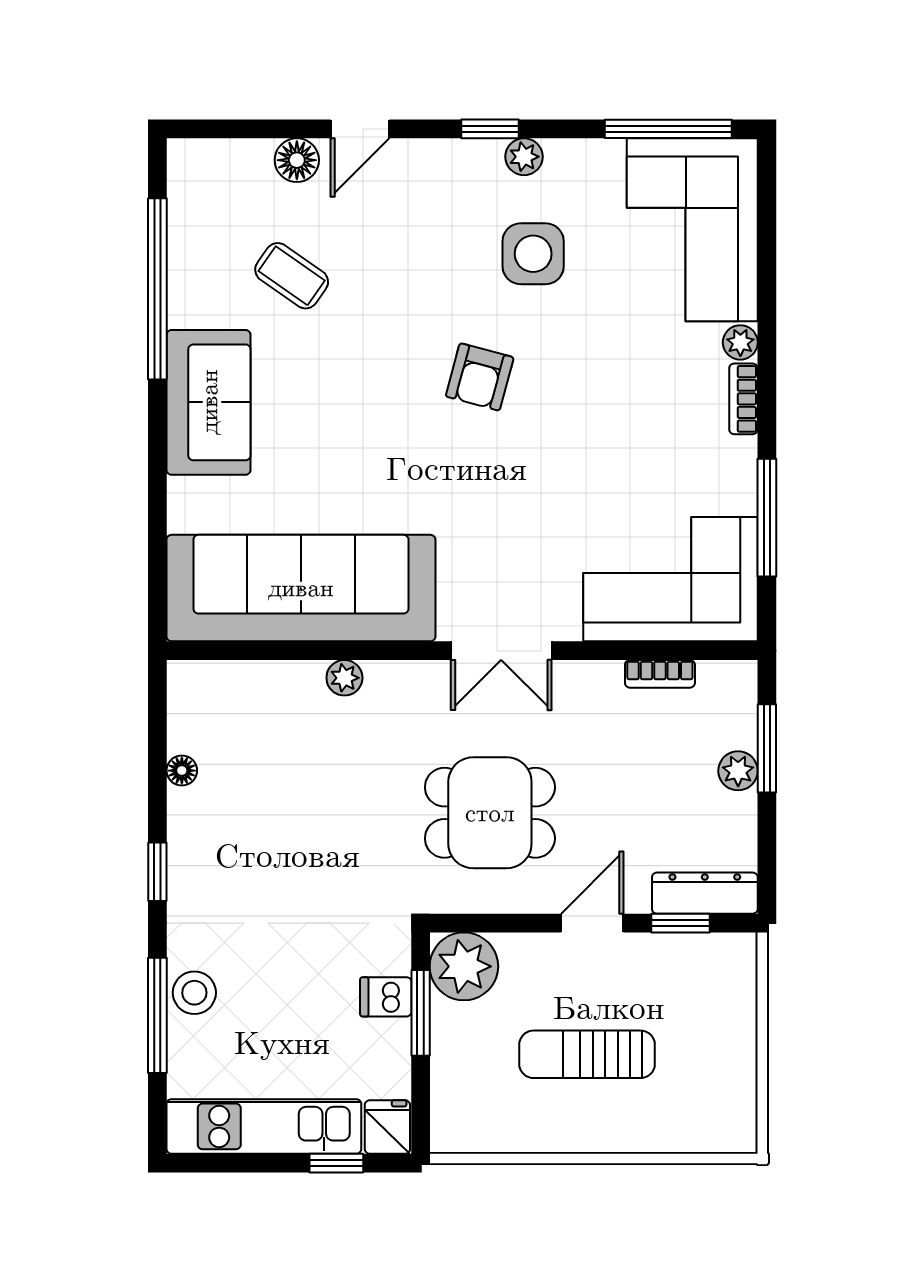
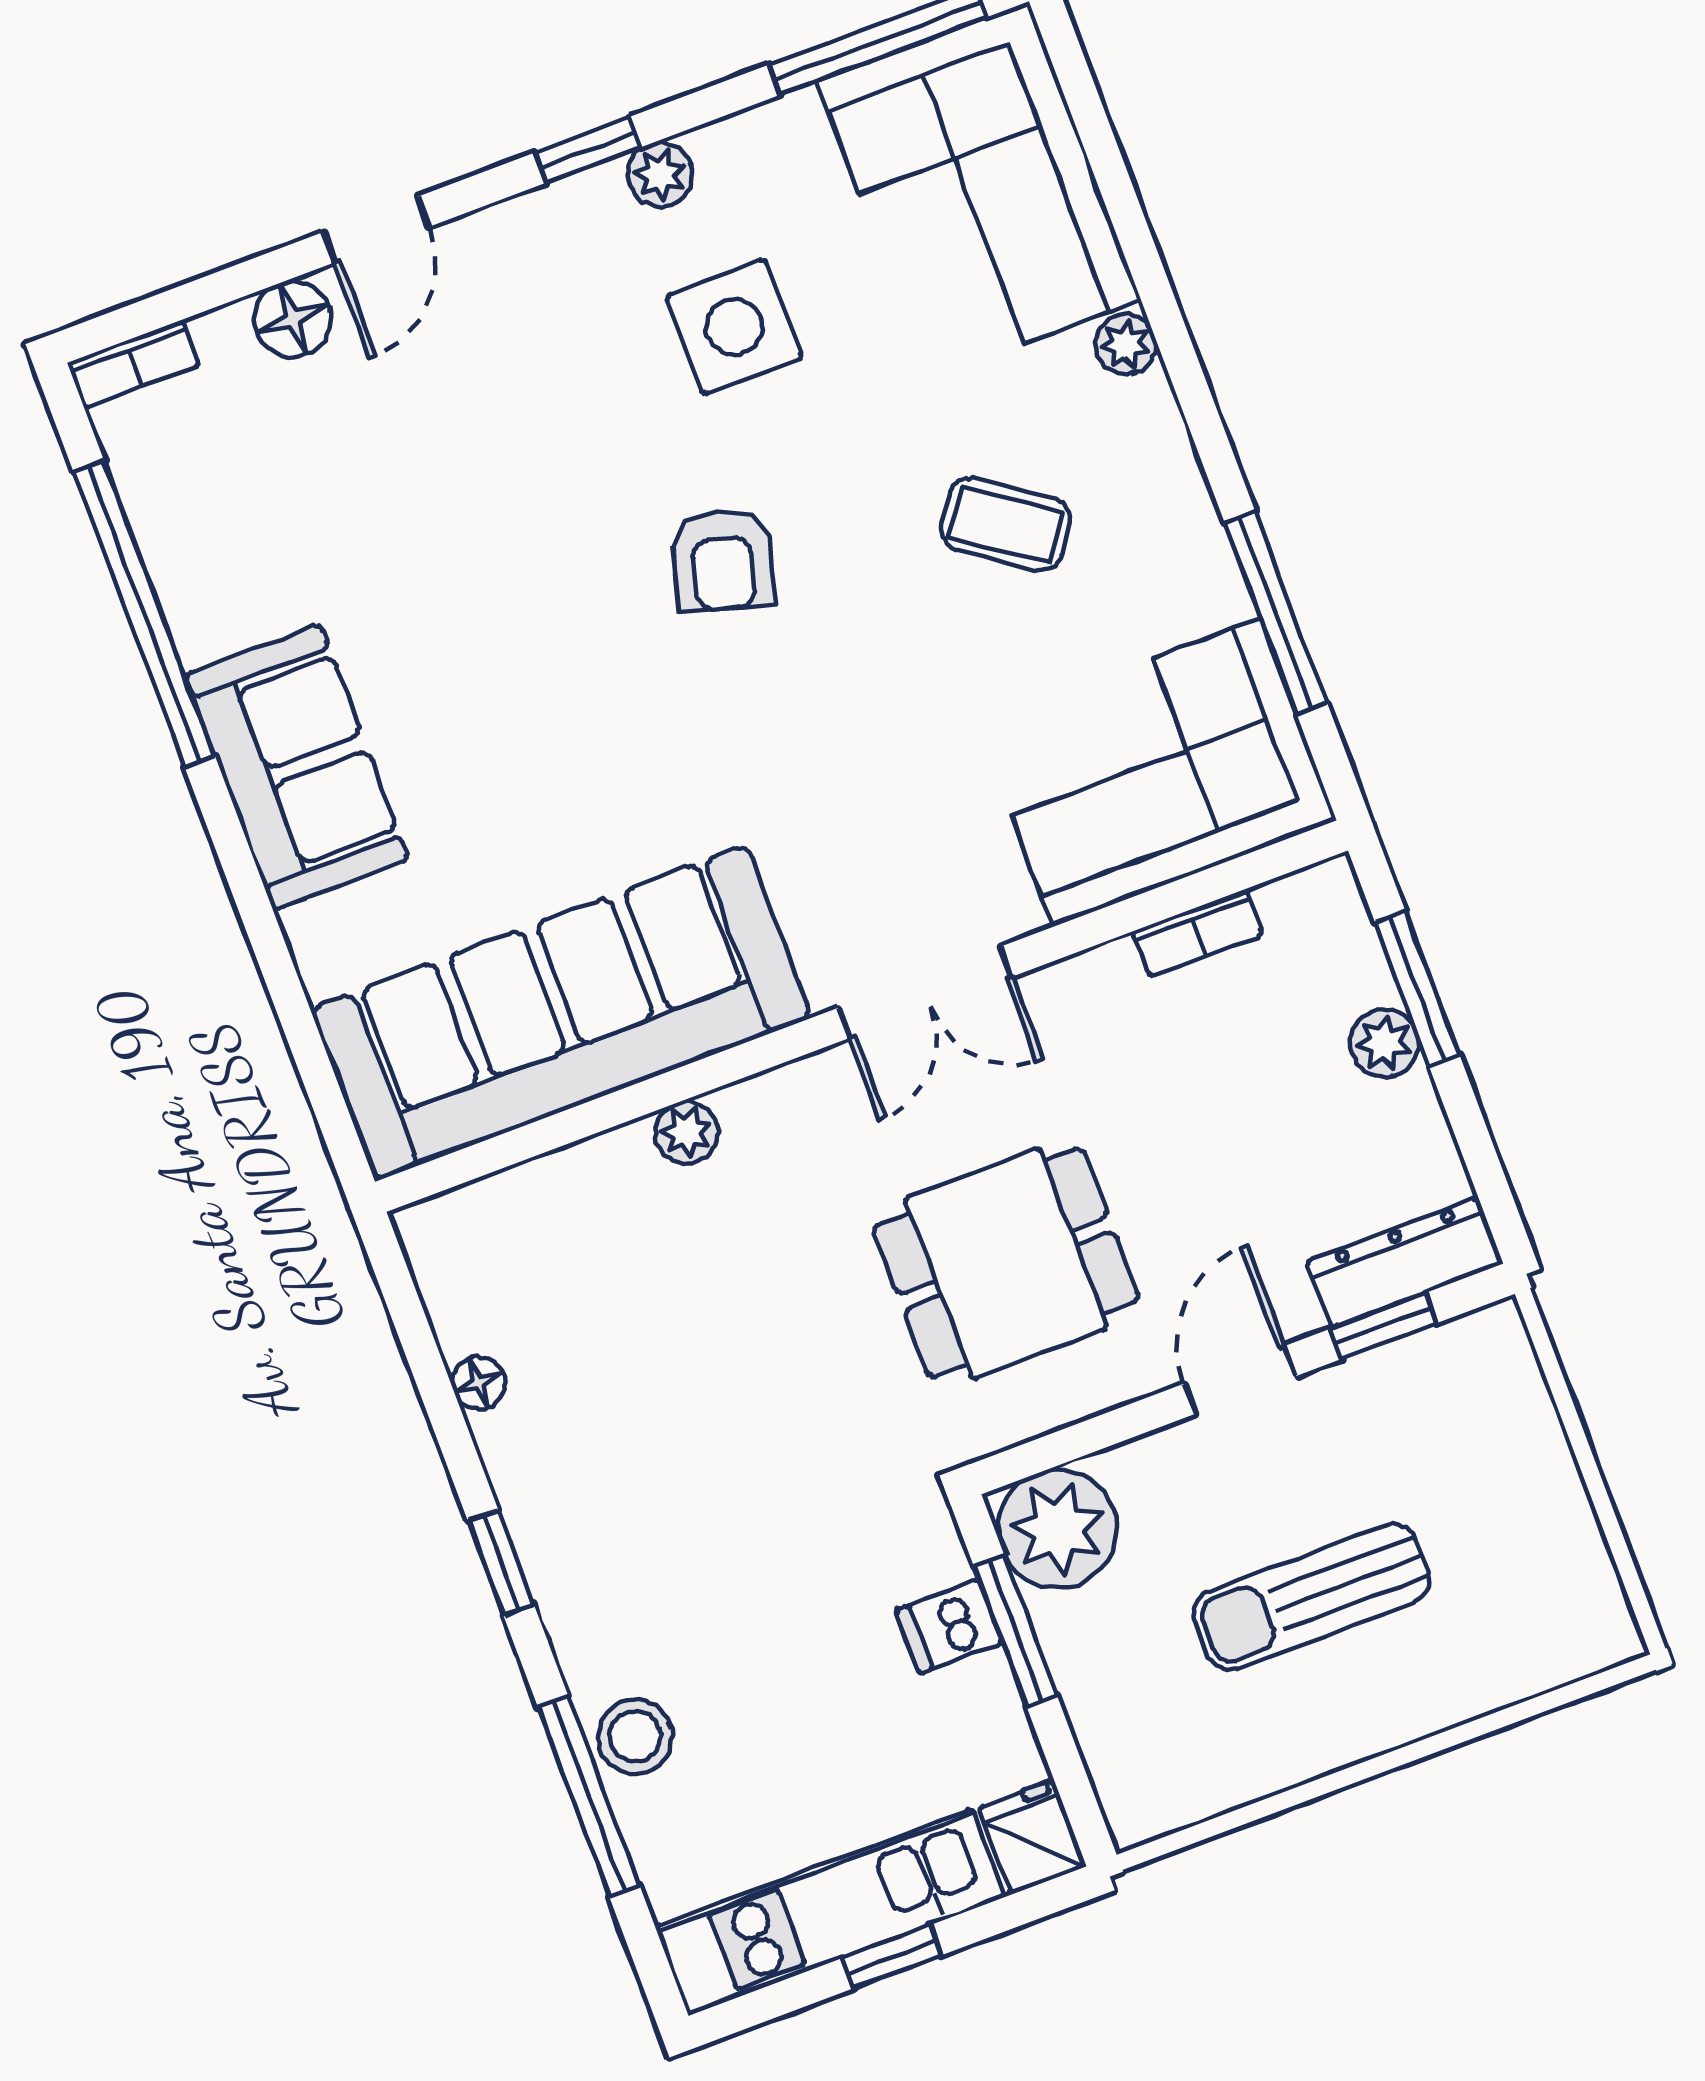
coffee table: (292, 276) -> (1006, 524), moved
bookcase: (743, 399) -> (133, 364), moved, turned -90
window: (336, 1163) -> (892, 1957), moved

